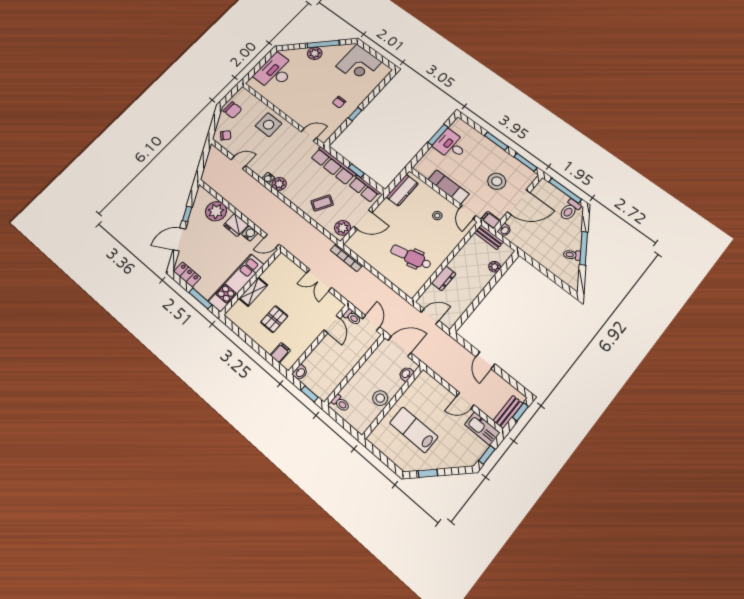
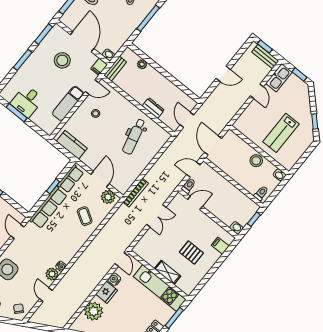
plant: (279, 184) -> (52, 274), moved
window: (549, 274) -> (148, 18), added
washbasin: (406, 374) -> (280, 175), moved

